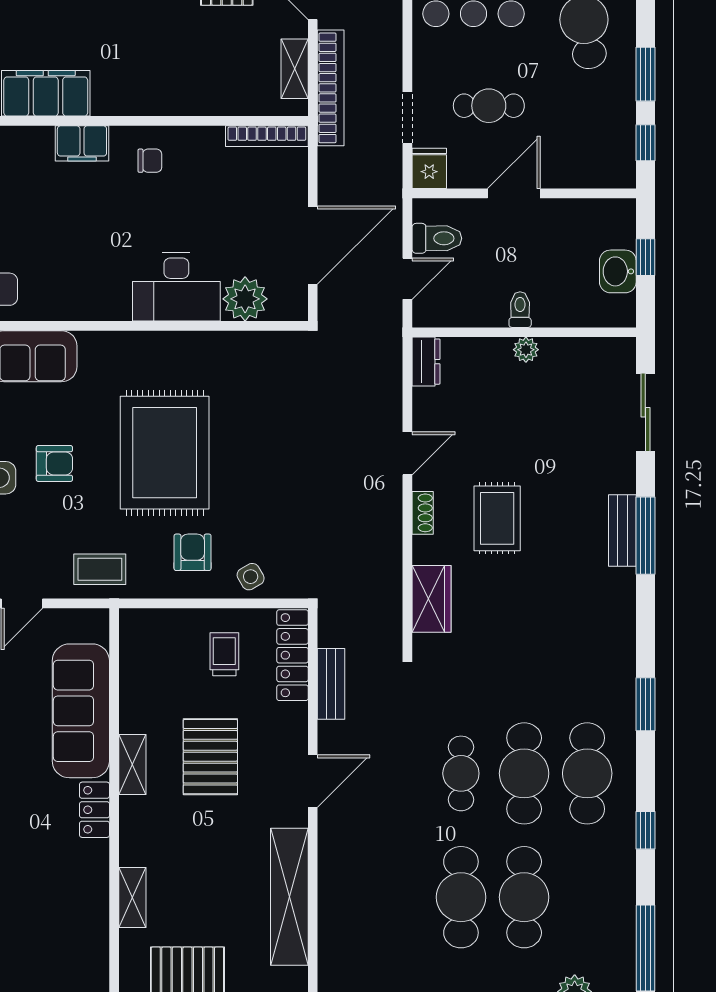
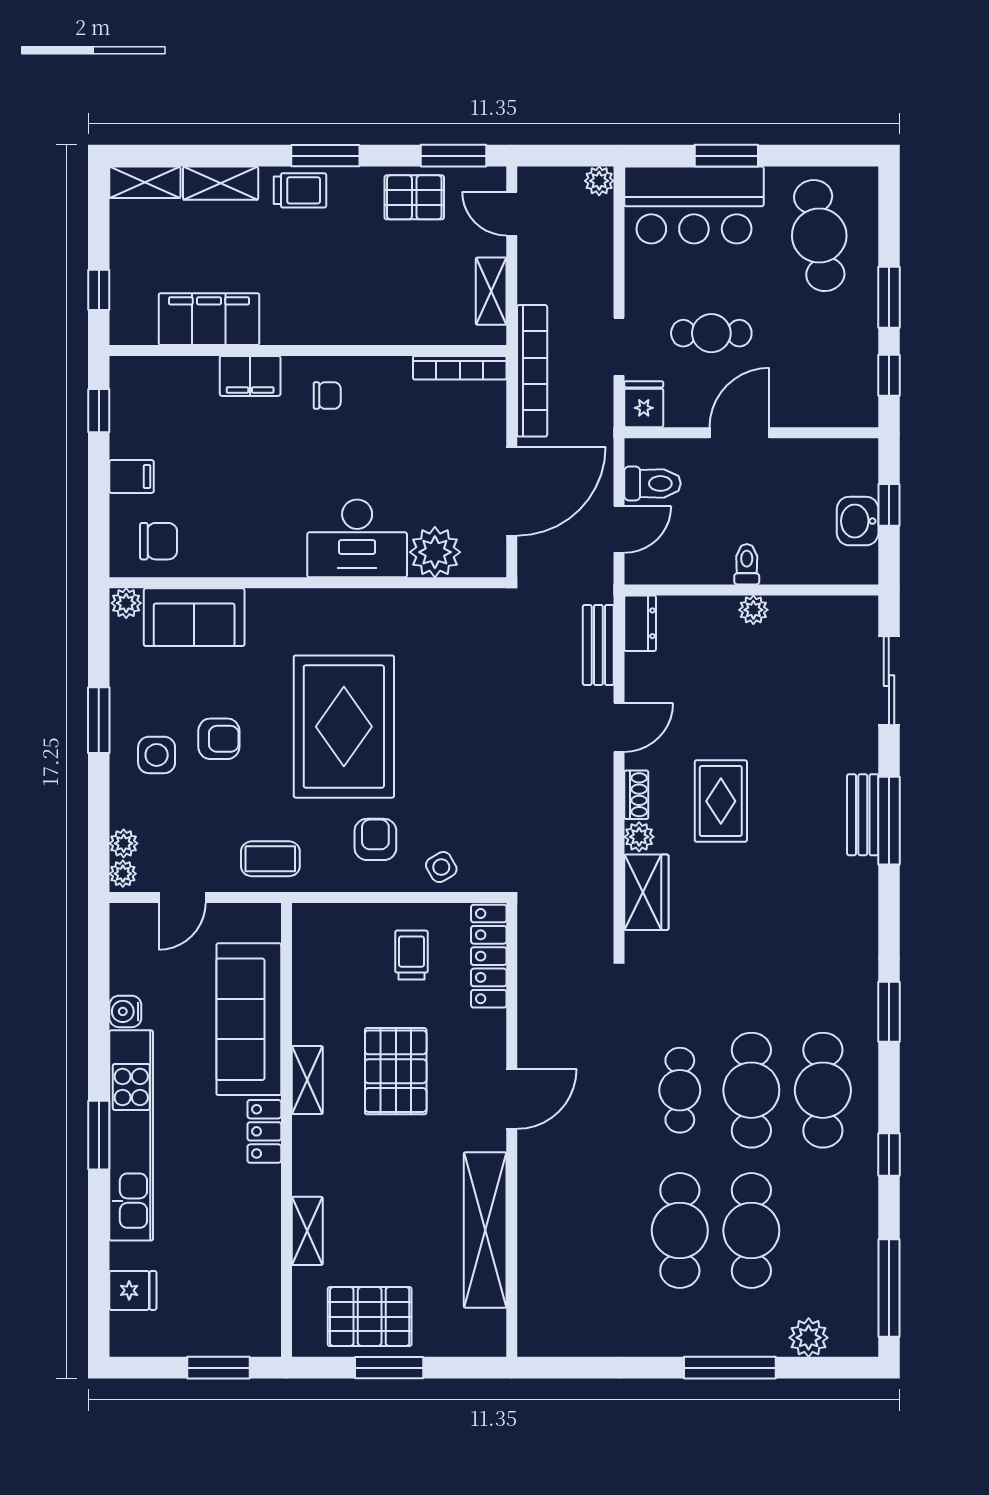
bookcase: (331, 88) -> (532, 371), moved
plant: (425, 550) -> (639, 837), added
bench: (331, 684) -> (598, 645), moved

